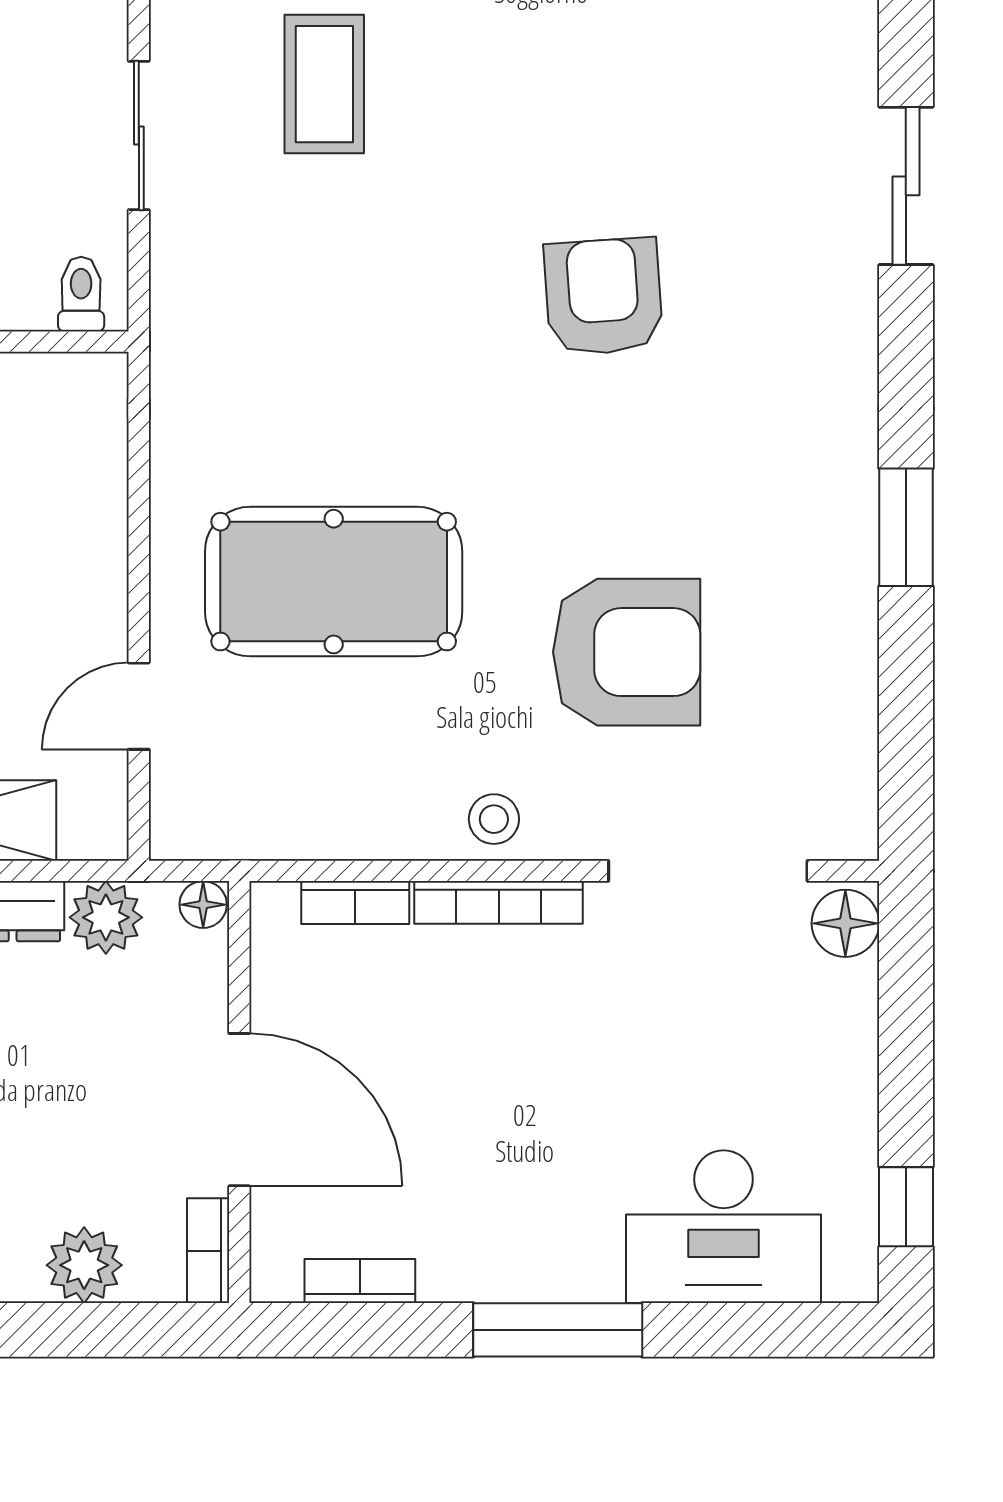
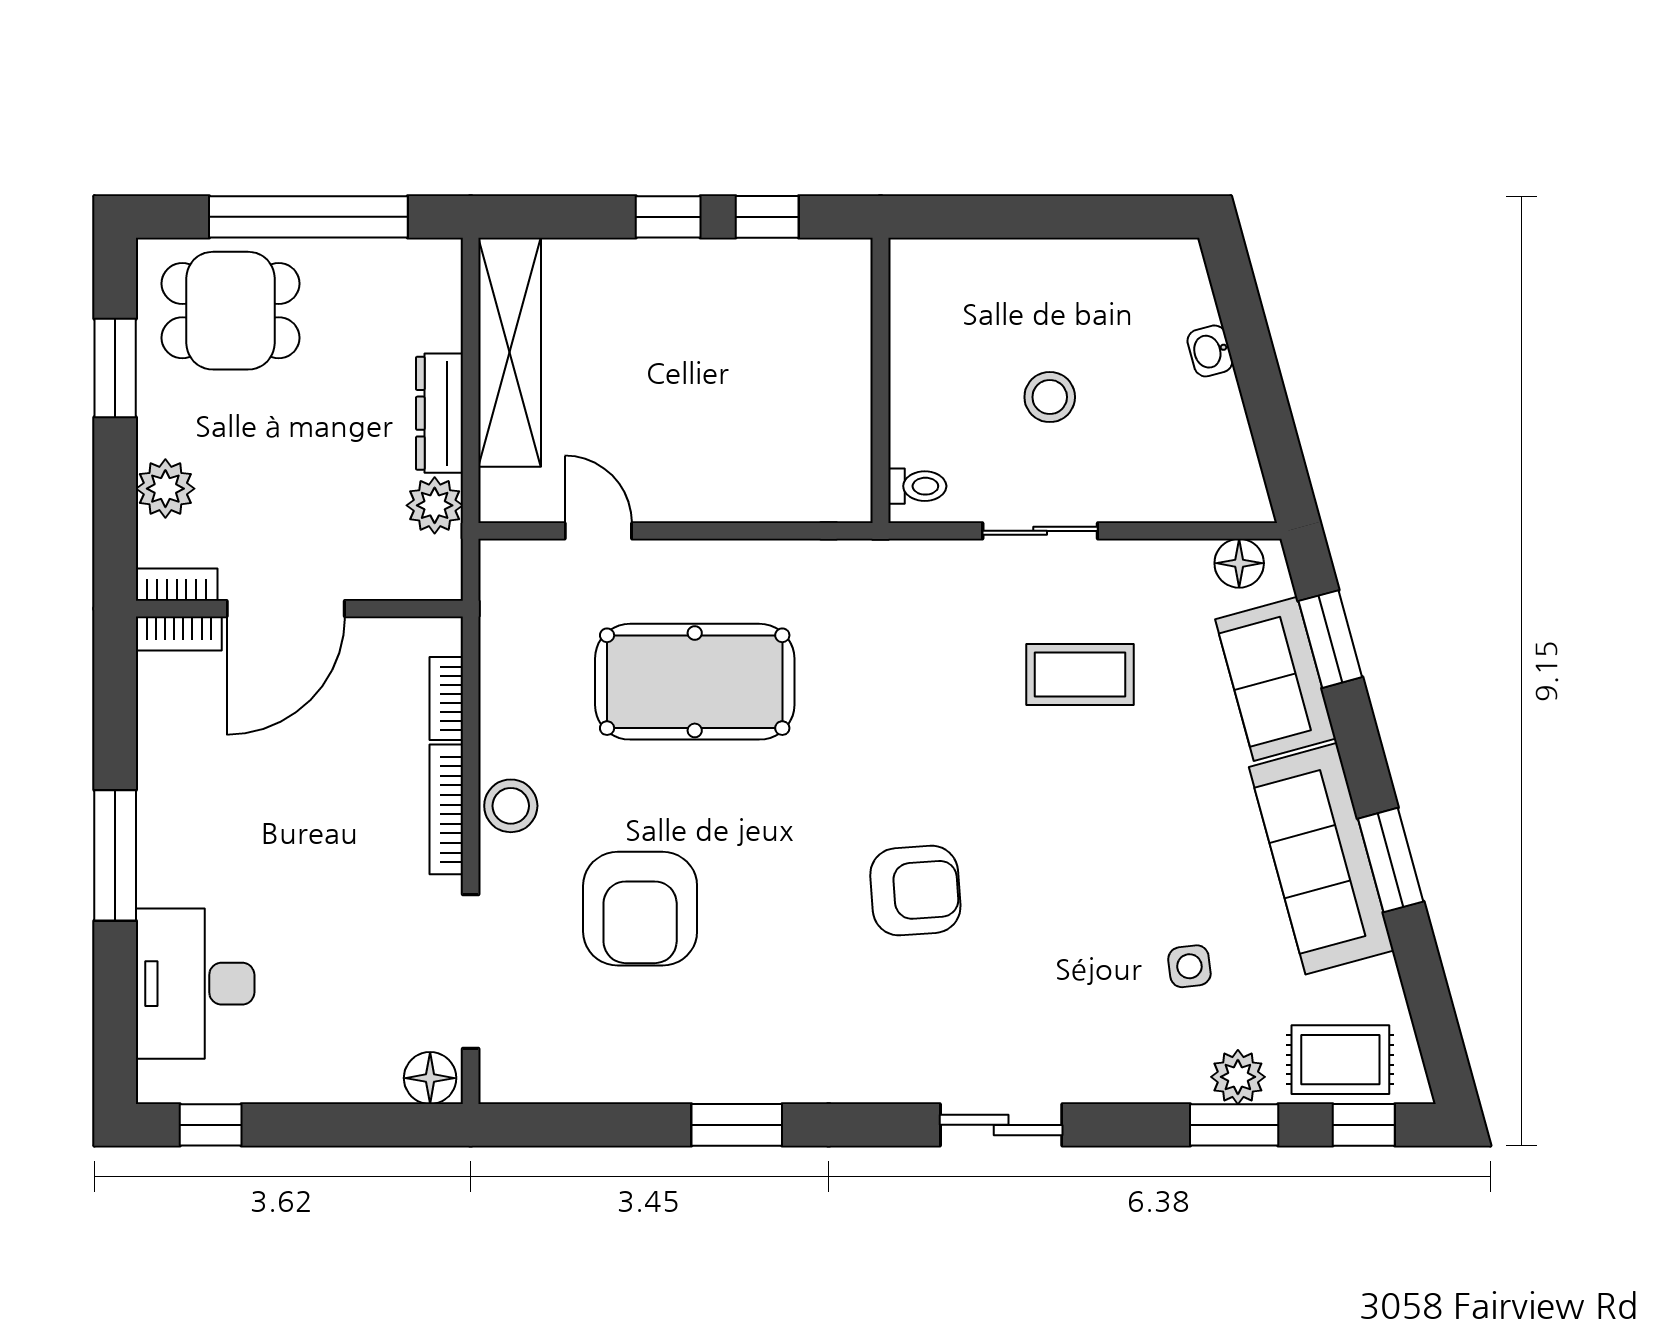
pool table: (334, 582) -> (695, 682), turned 90
stool: (494, 819) -> (511, 806), width x1.37, depth x1.37
floor lamp: (203, 905) -> (445, 581), removed
bookcase: (360, 1281) -> (179, 634), moved, turned 90

